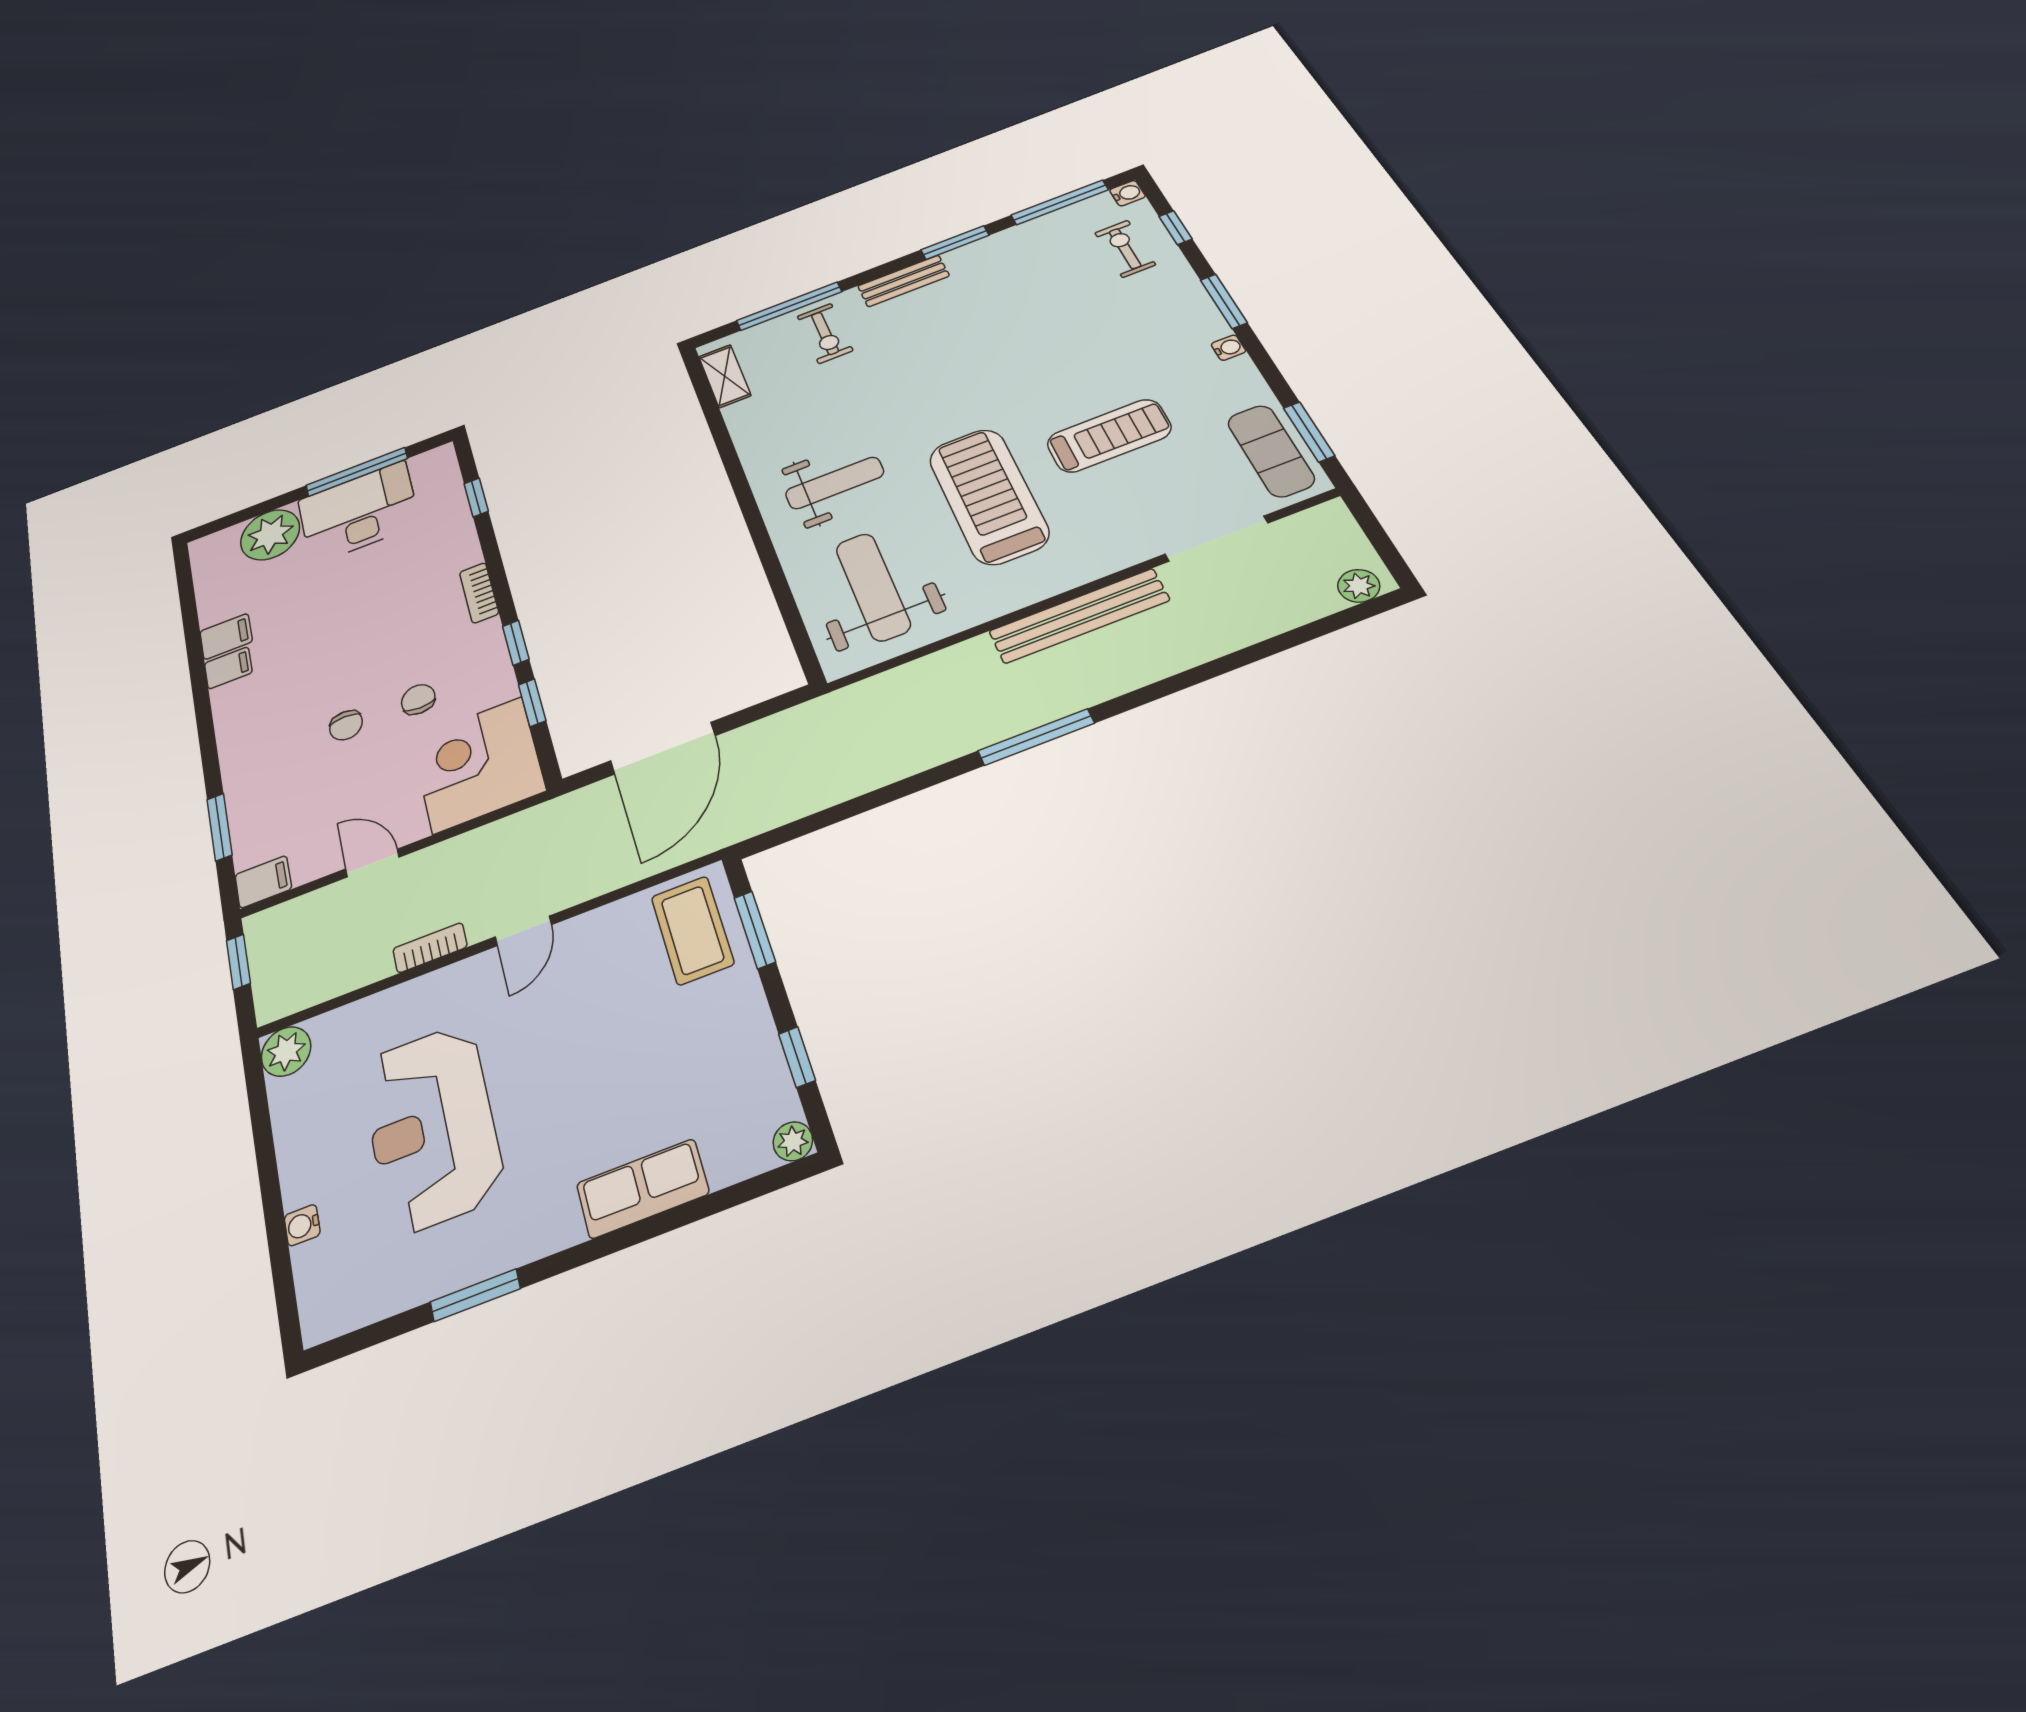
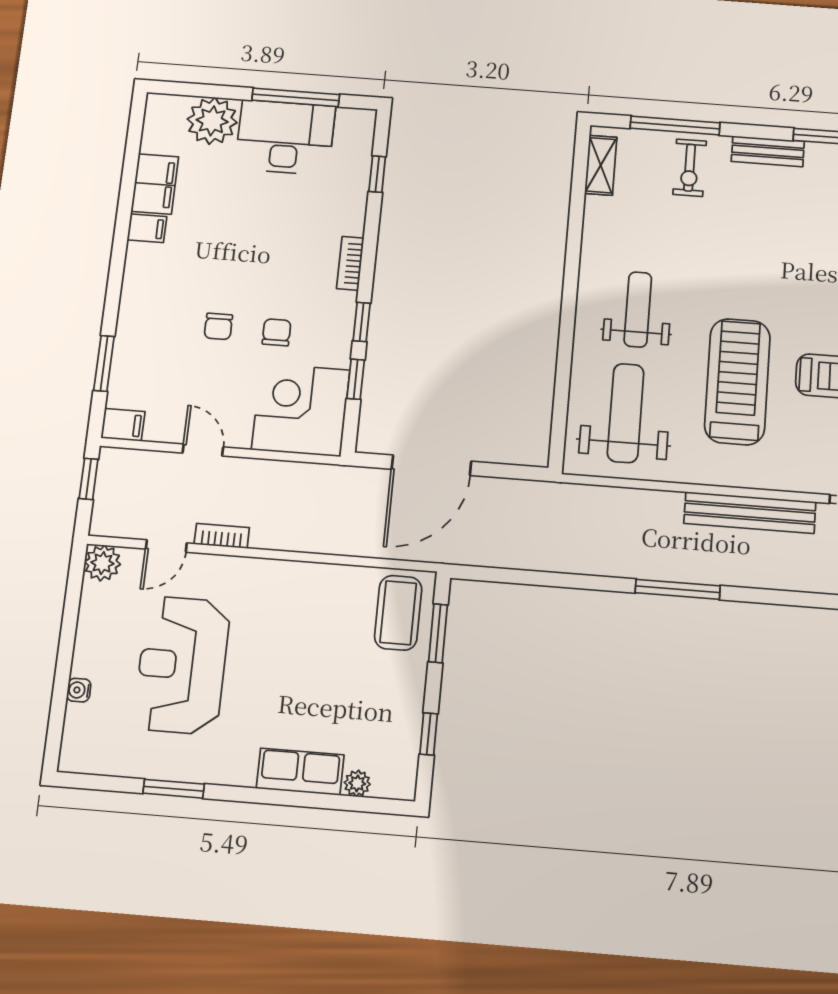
weight bench: (835, 483) -> (638, 309), turned -90
filing cabinet: (226, 636) -> (155, 184), width x2.00
door: (523, 931) -> (166, 546), moved
plant: (793, 1141) -> (357, 783), moved

